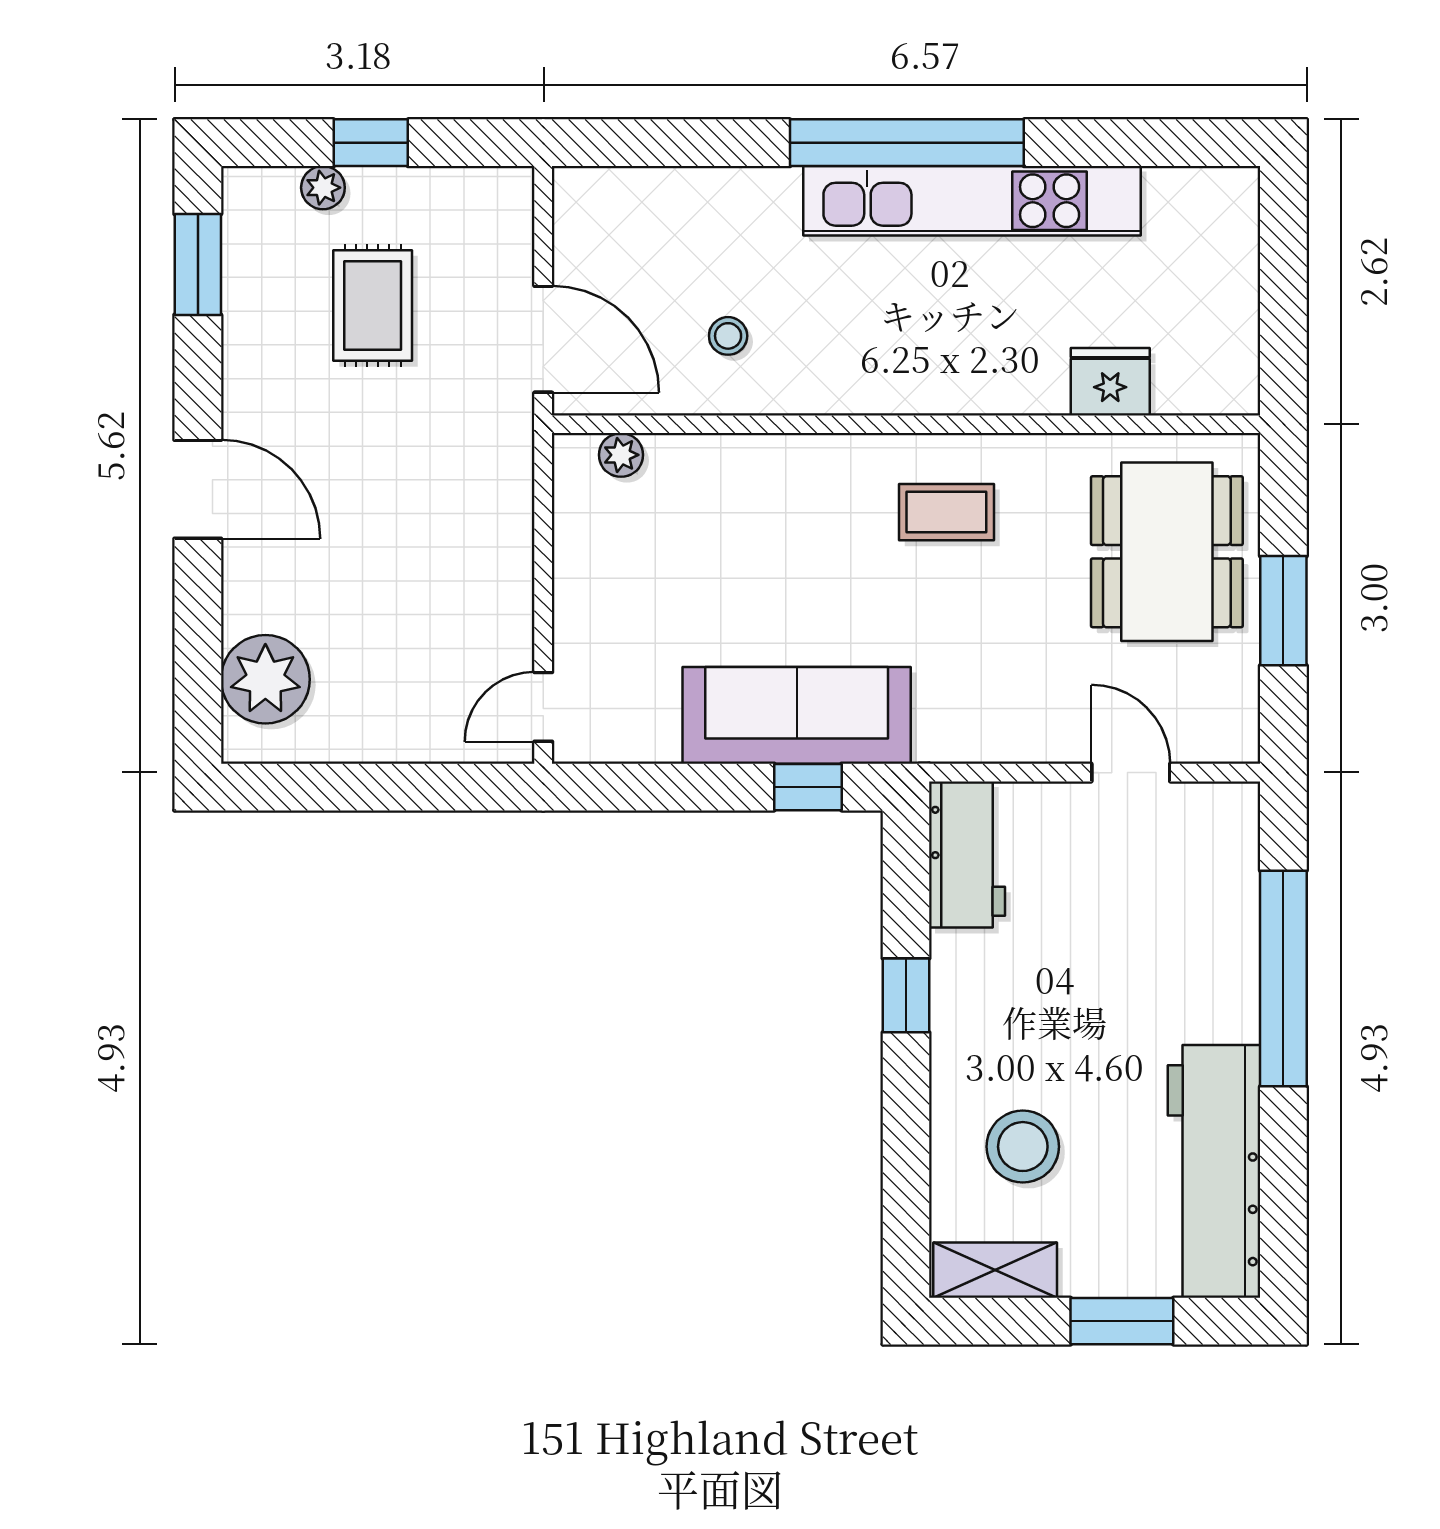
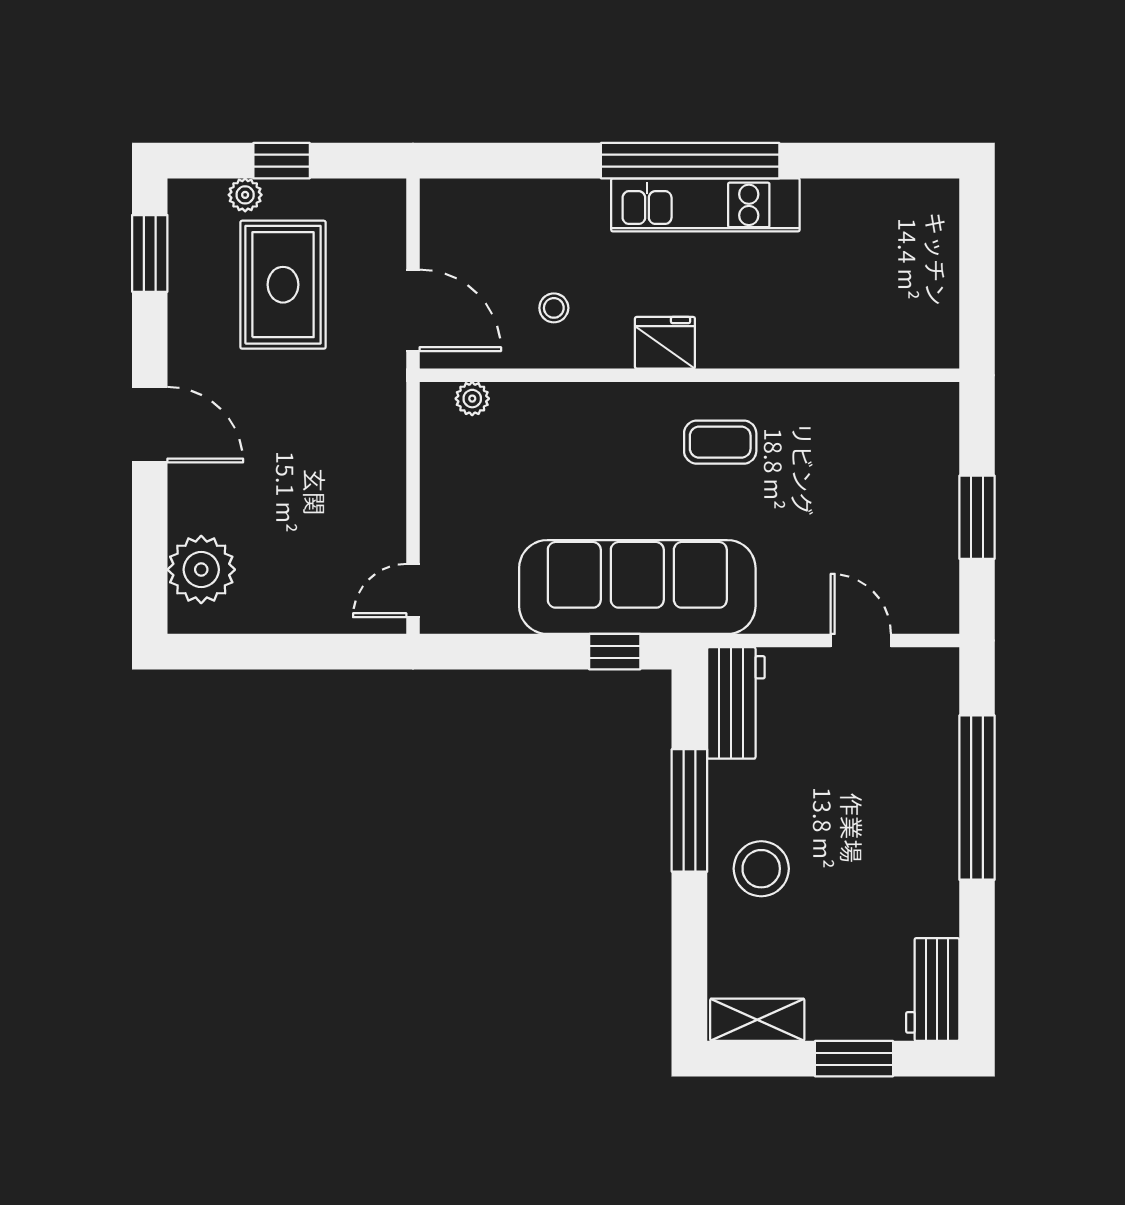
kitchen unit: (972, 201) -> (705, 205), width x0.73
rug: (373, 306) -> (283, 285), width x1.36, depth x1.43
fridge: (1110, 382) -> (665, 343), moved
dining table: (1167, 552) -> (888, 472), removed
sofa: (797, 715) -> (637, 587), width x1.36, depth x1.27
window: (906, 995) -> (689, 810), width x2.17
stool: (1023, 1147) -> (761, 869), moved
workbench: (1214, 1171) -> (933, 989), width x0.53, depth x0.76

